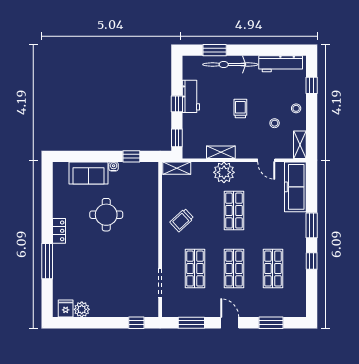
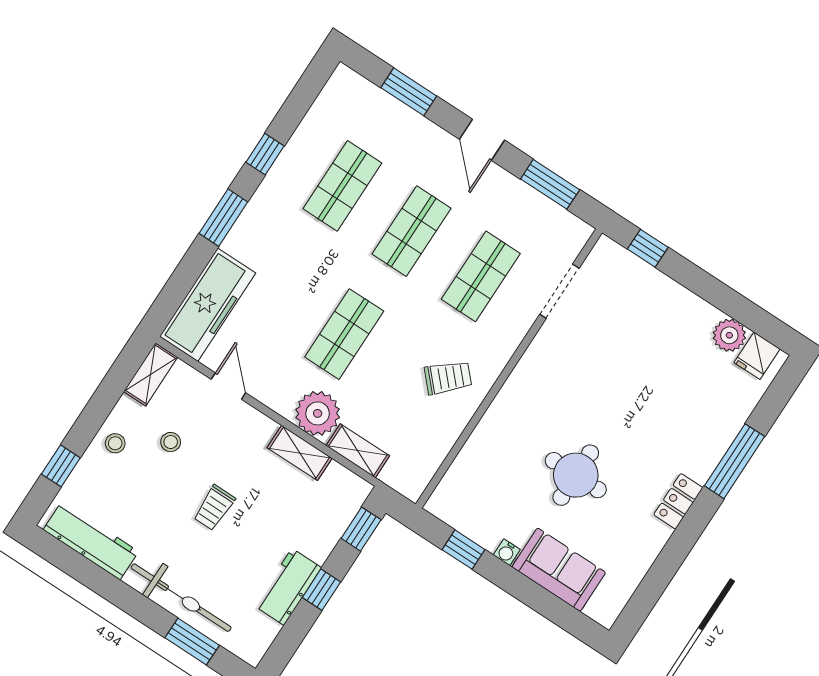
shelving: (177, 168) -> (358, 451), moved

